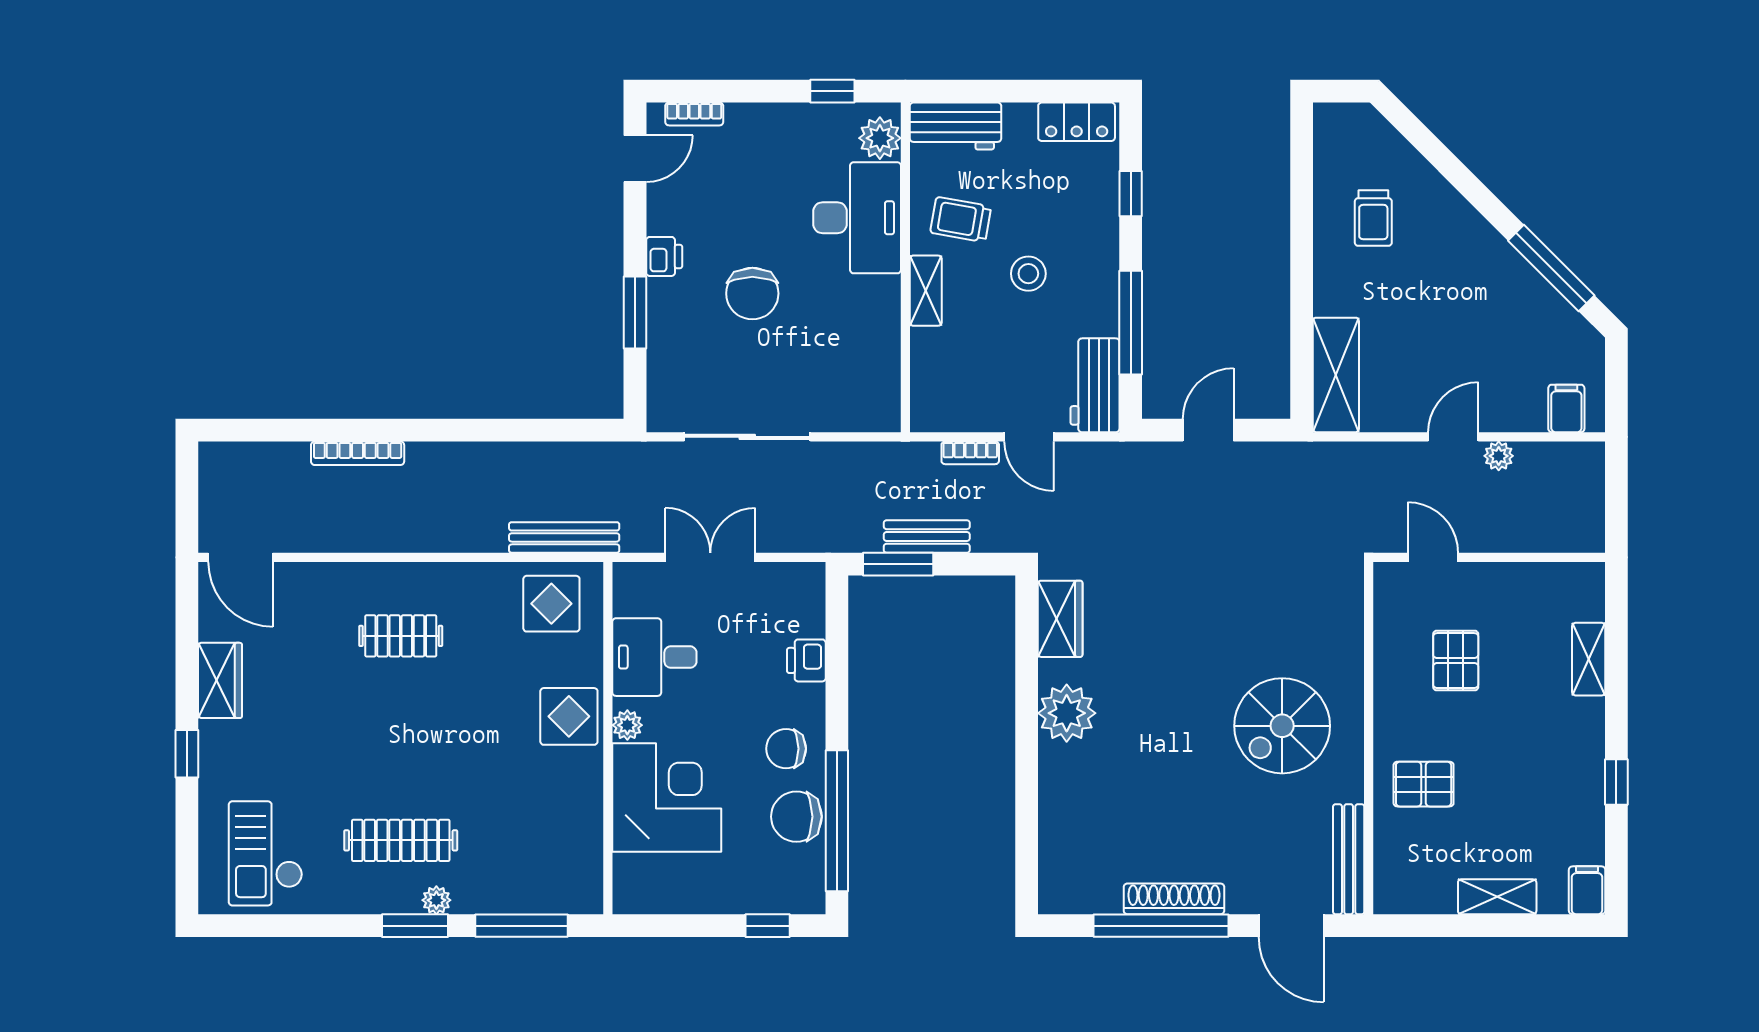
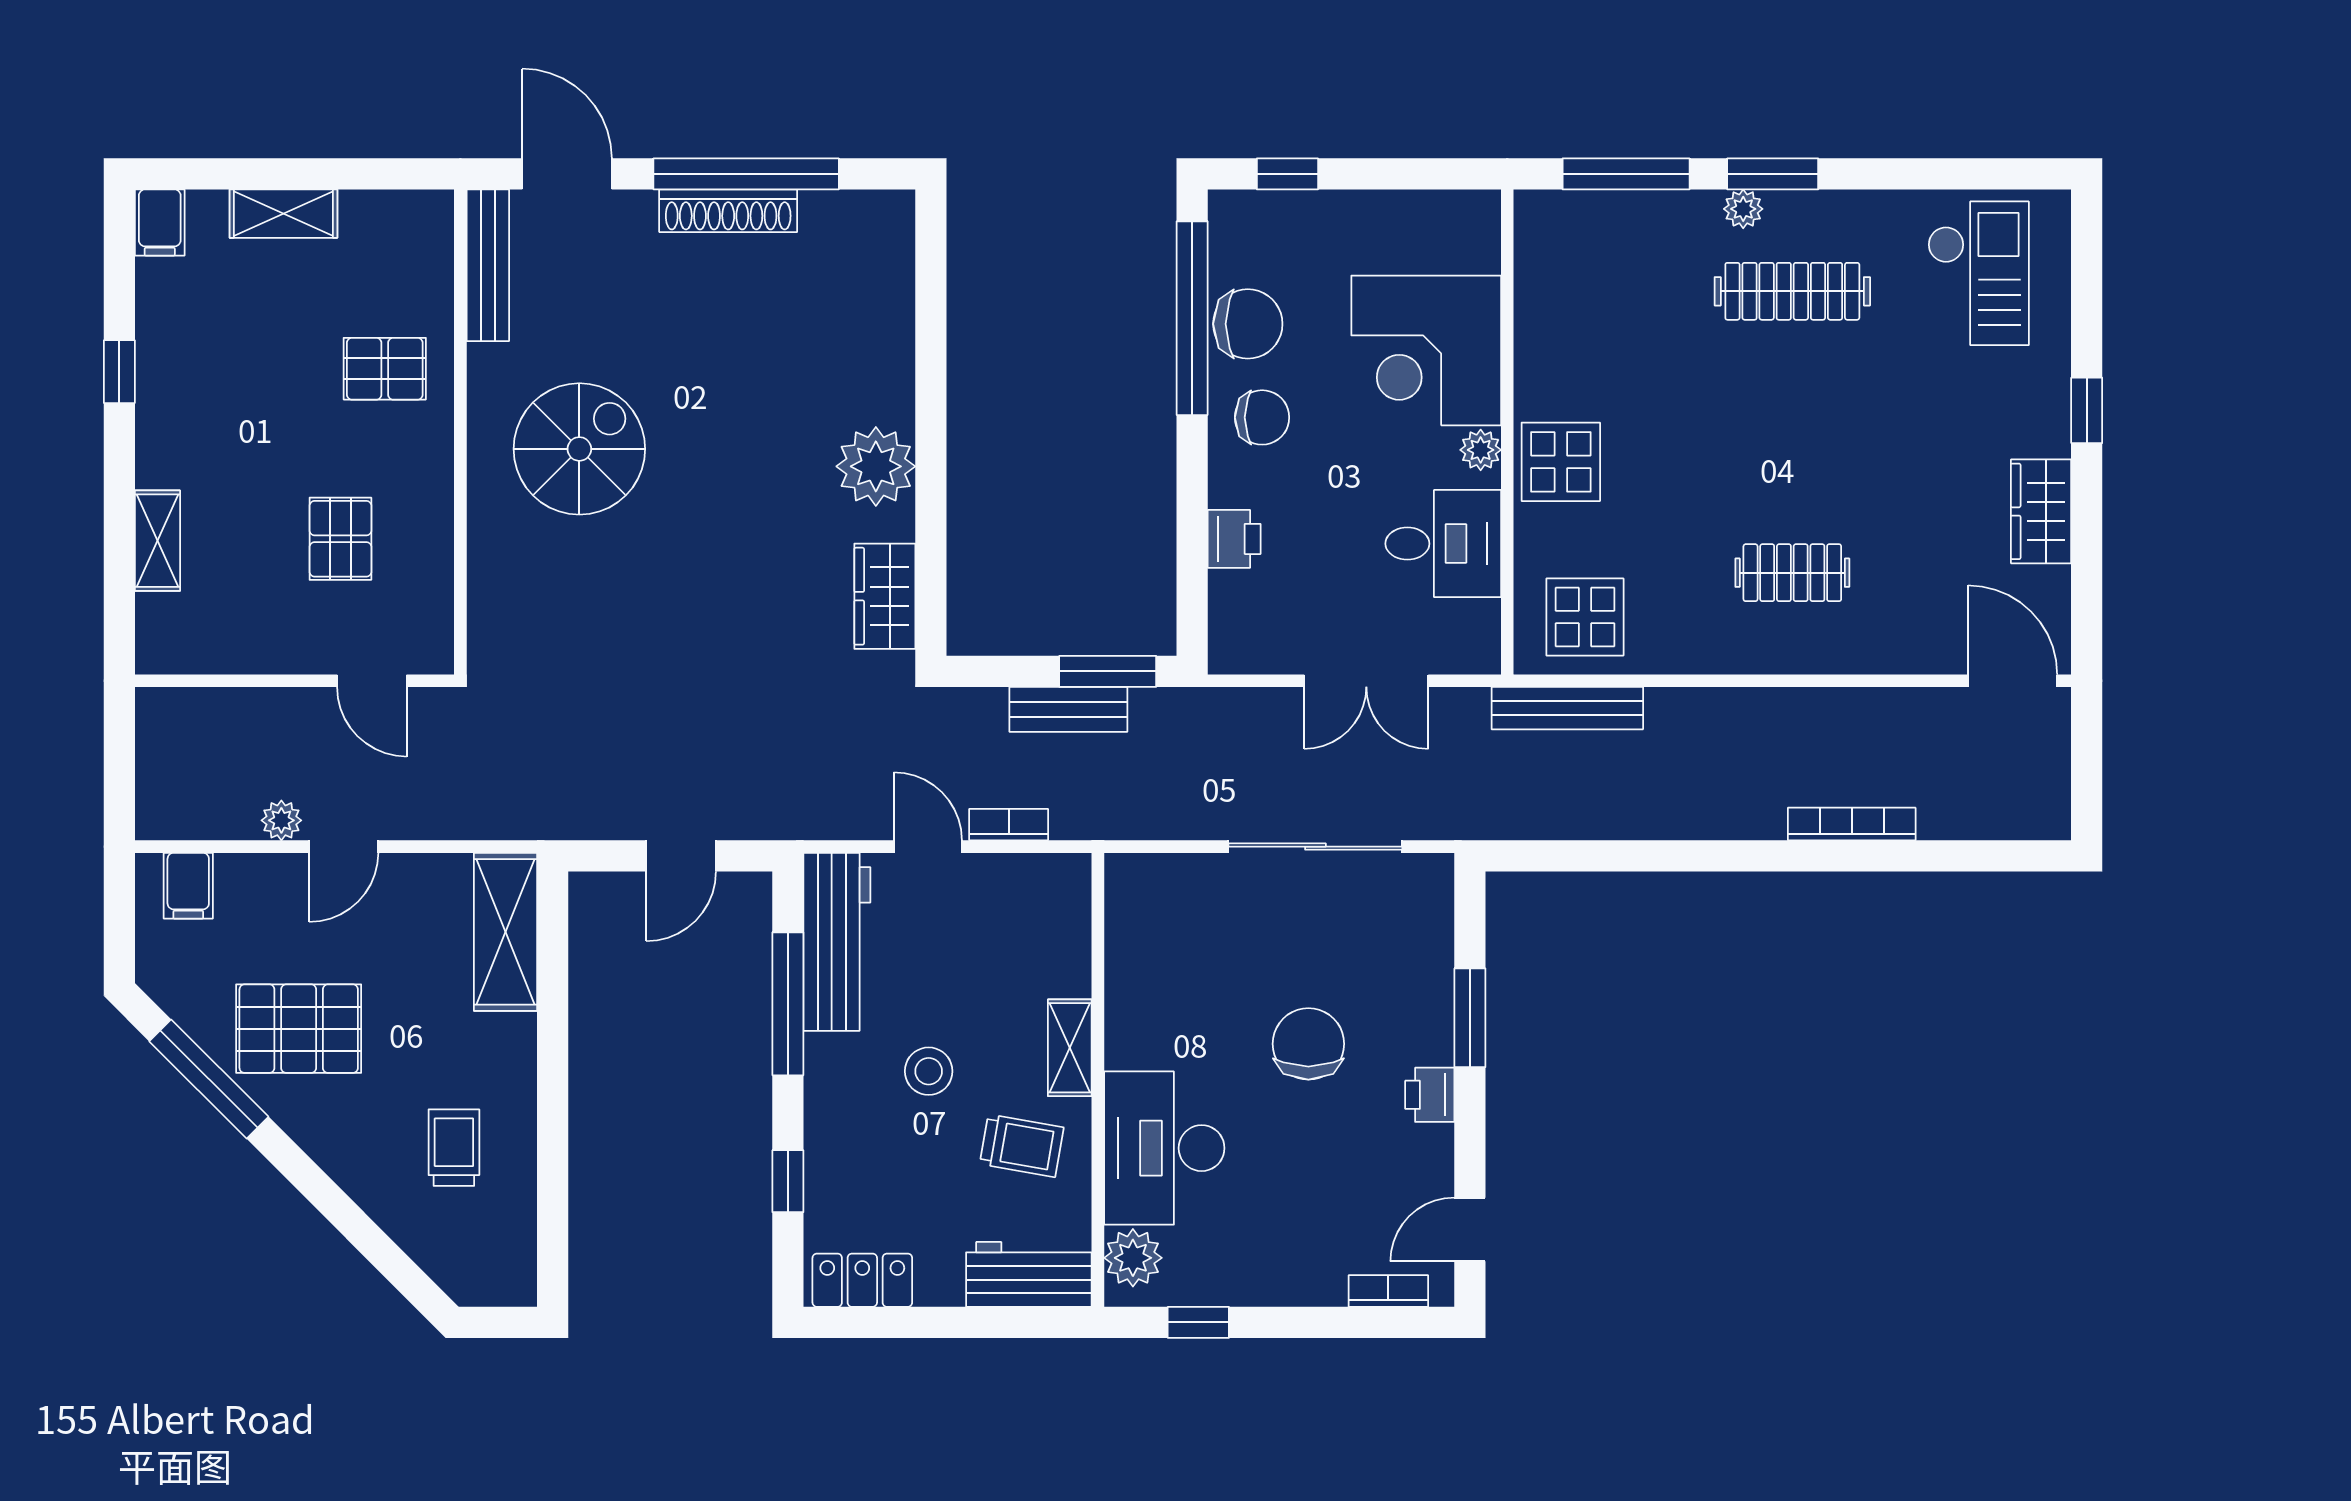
pallet: (1486, 305) -> (299, 1029), added
workbench: (1095, 385) -> (837, 942), width x1.37

